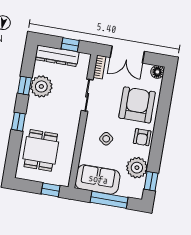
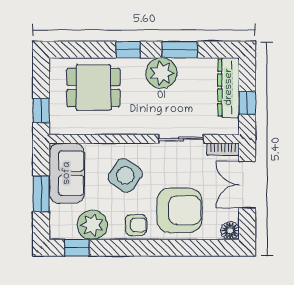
window: (25, 86) -> (180, 50), width x1.50
plant: (41, 86) -> (162, 73), moved
armchair: (142, 137) -> (136, 225), turned 180
side table: (106, 139) -> (125, 175), width x1.87, depth x1.87
window: (109, 200) -> (41, 194), width x0.69

